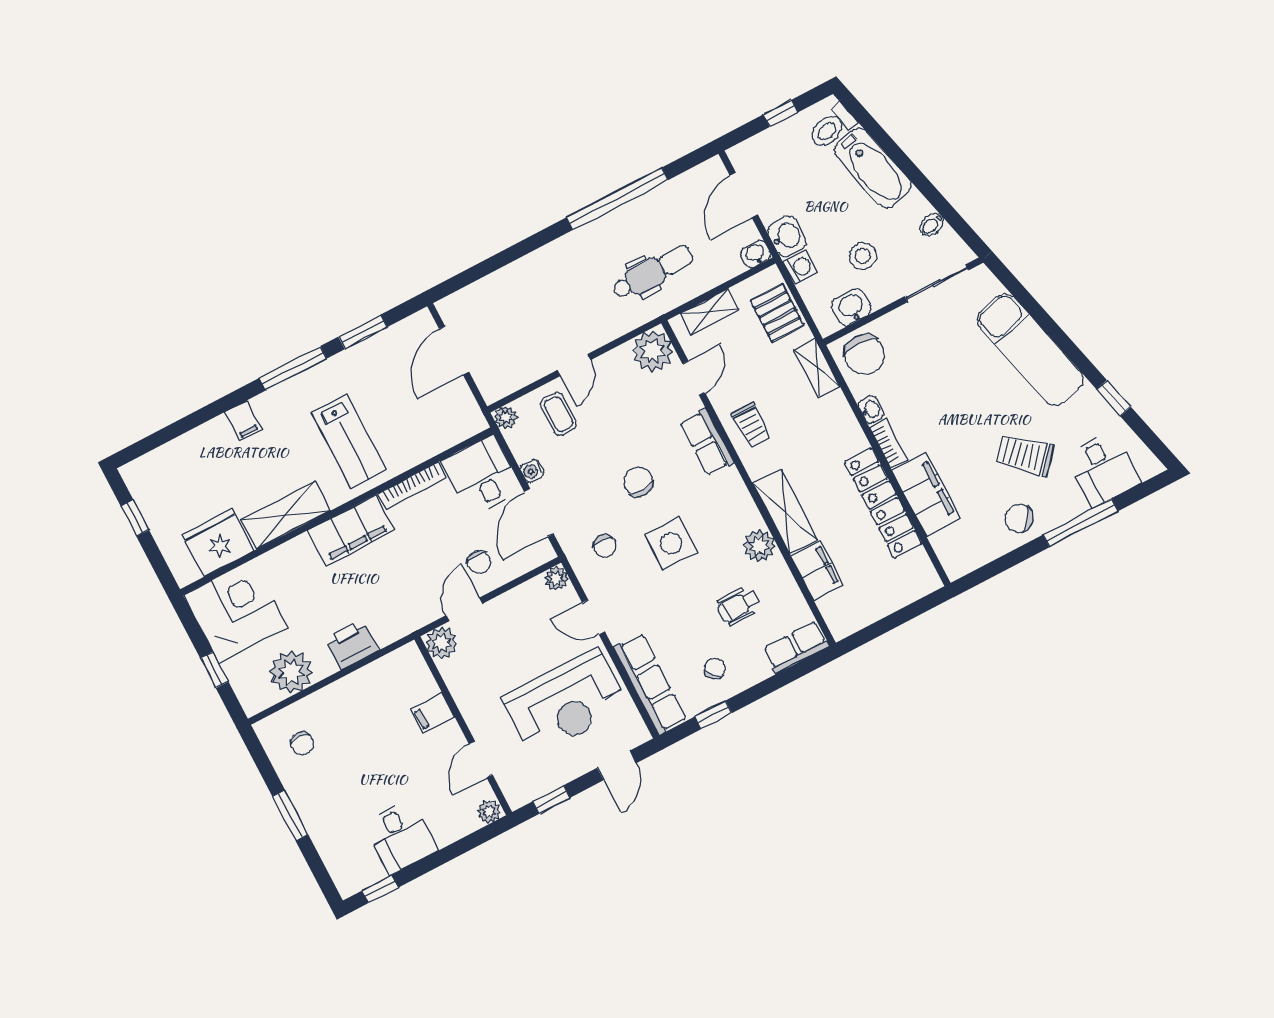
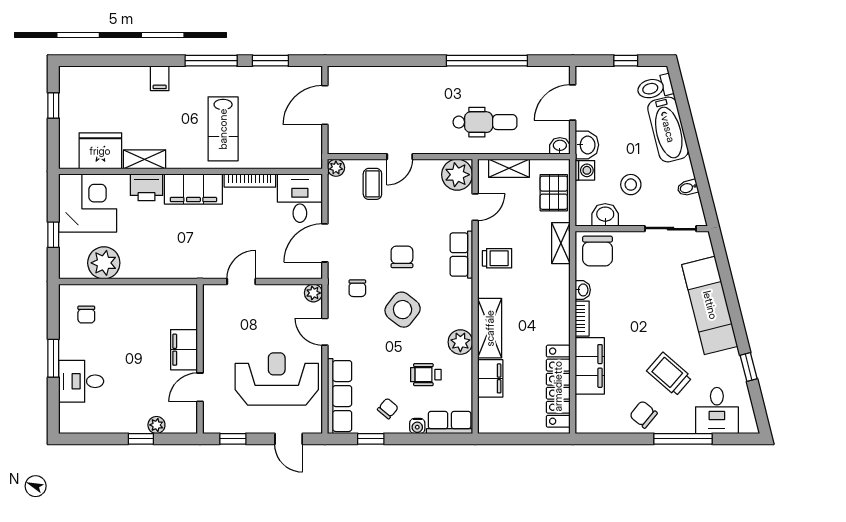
trolley: (751, 425) -> (497, 258), turned -90
water cooler: (532, 471) -> (417, 426), moved, turned -90
locker: (883, 503) -> (558, 386), moved
shelving: (286, 515) -> (145, 159), width x0.67, depth x0.75
side table: (671, 543) -> (403, 310), turned 38
chair: (479, 562) -> (268, 255), removed
plant: (441, 643) -> (214, 296), removed
printer: (352, 644) -> (146, 187), moved, turned 180
reception desk: (566, 702) -> (277, 379), turned 180
filing cabinet: (433, 713) -> (184, 350), width x2.00
door: (617, 765) -> (289, 439), hinge flipped
plant: (489, 812) -> (156, 425), moved
desk: (400, 837) -> (81, 381), moved, turned 90
window: (380, 889) -> (141, 439), moved

